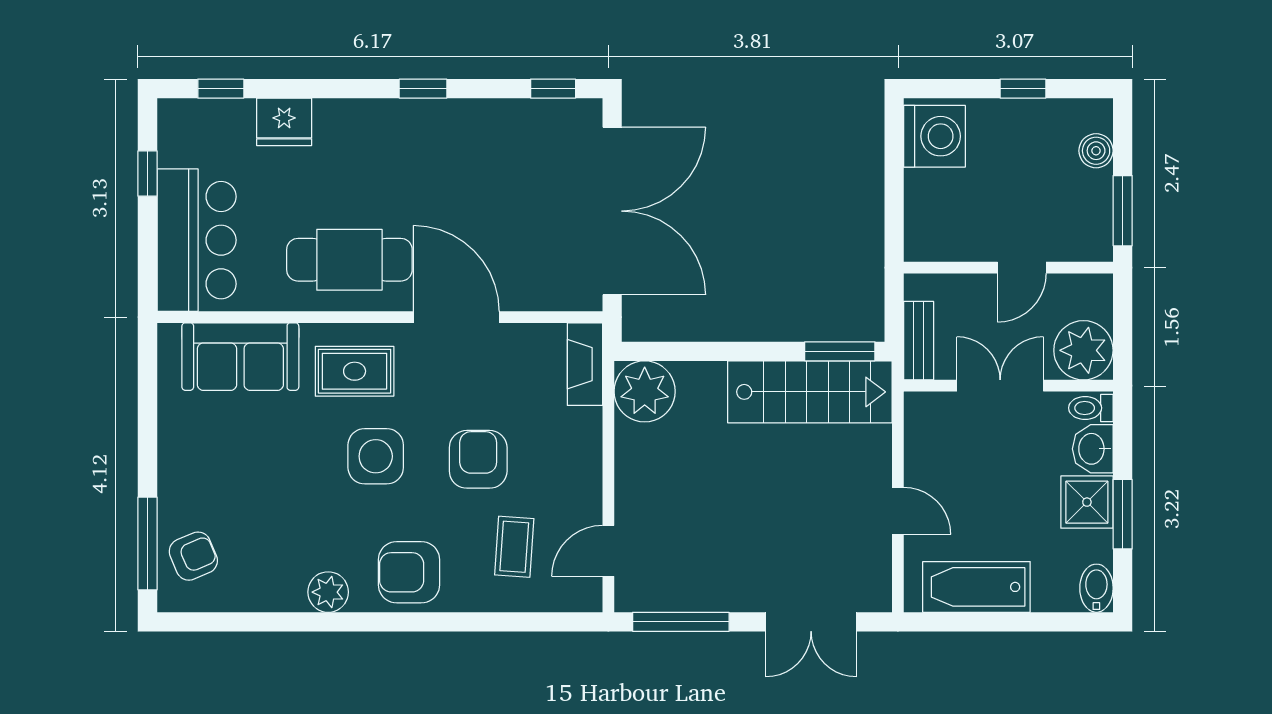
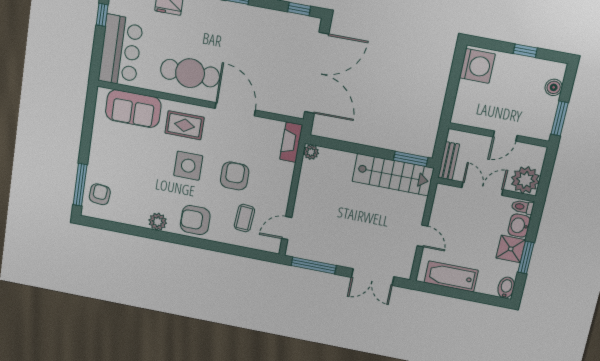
plant: (645, 391) -> (311, 152), width x0.53, depth x0.53
armchair: (193, 556) -> (100, 194), turned -62

